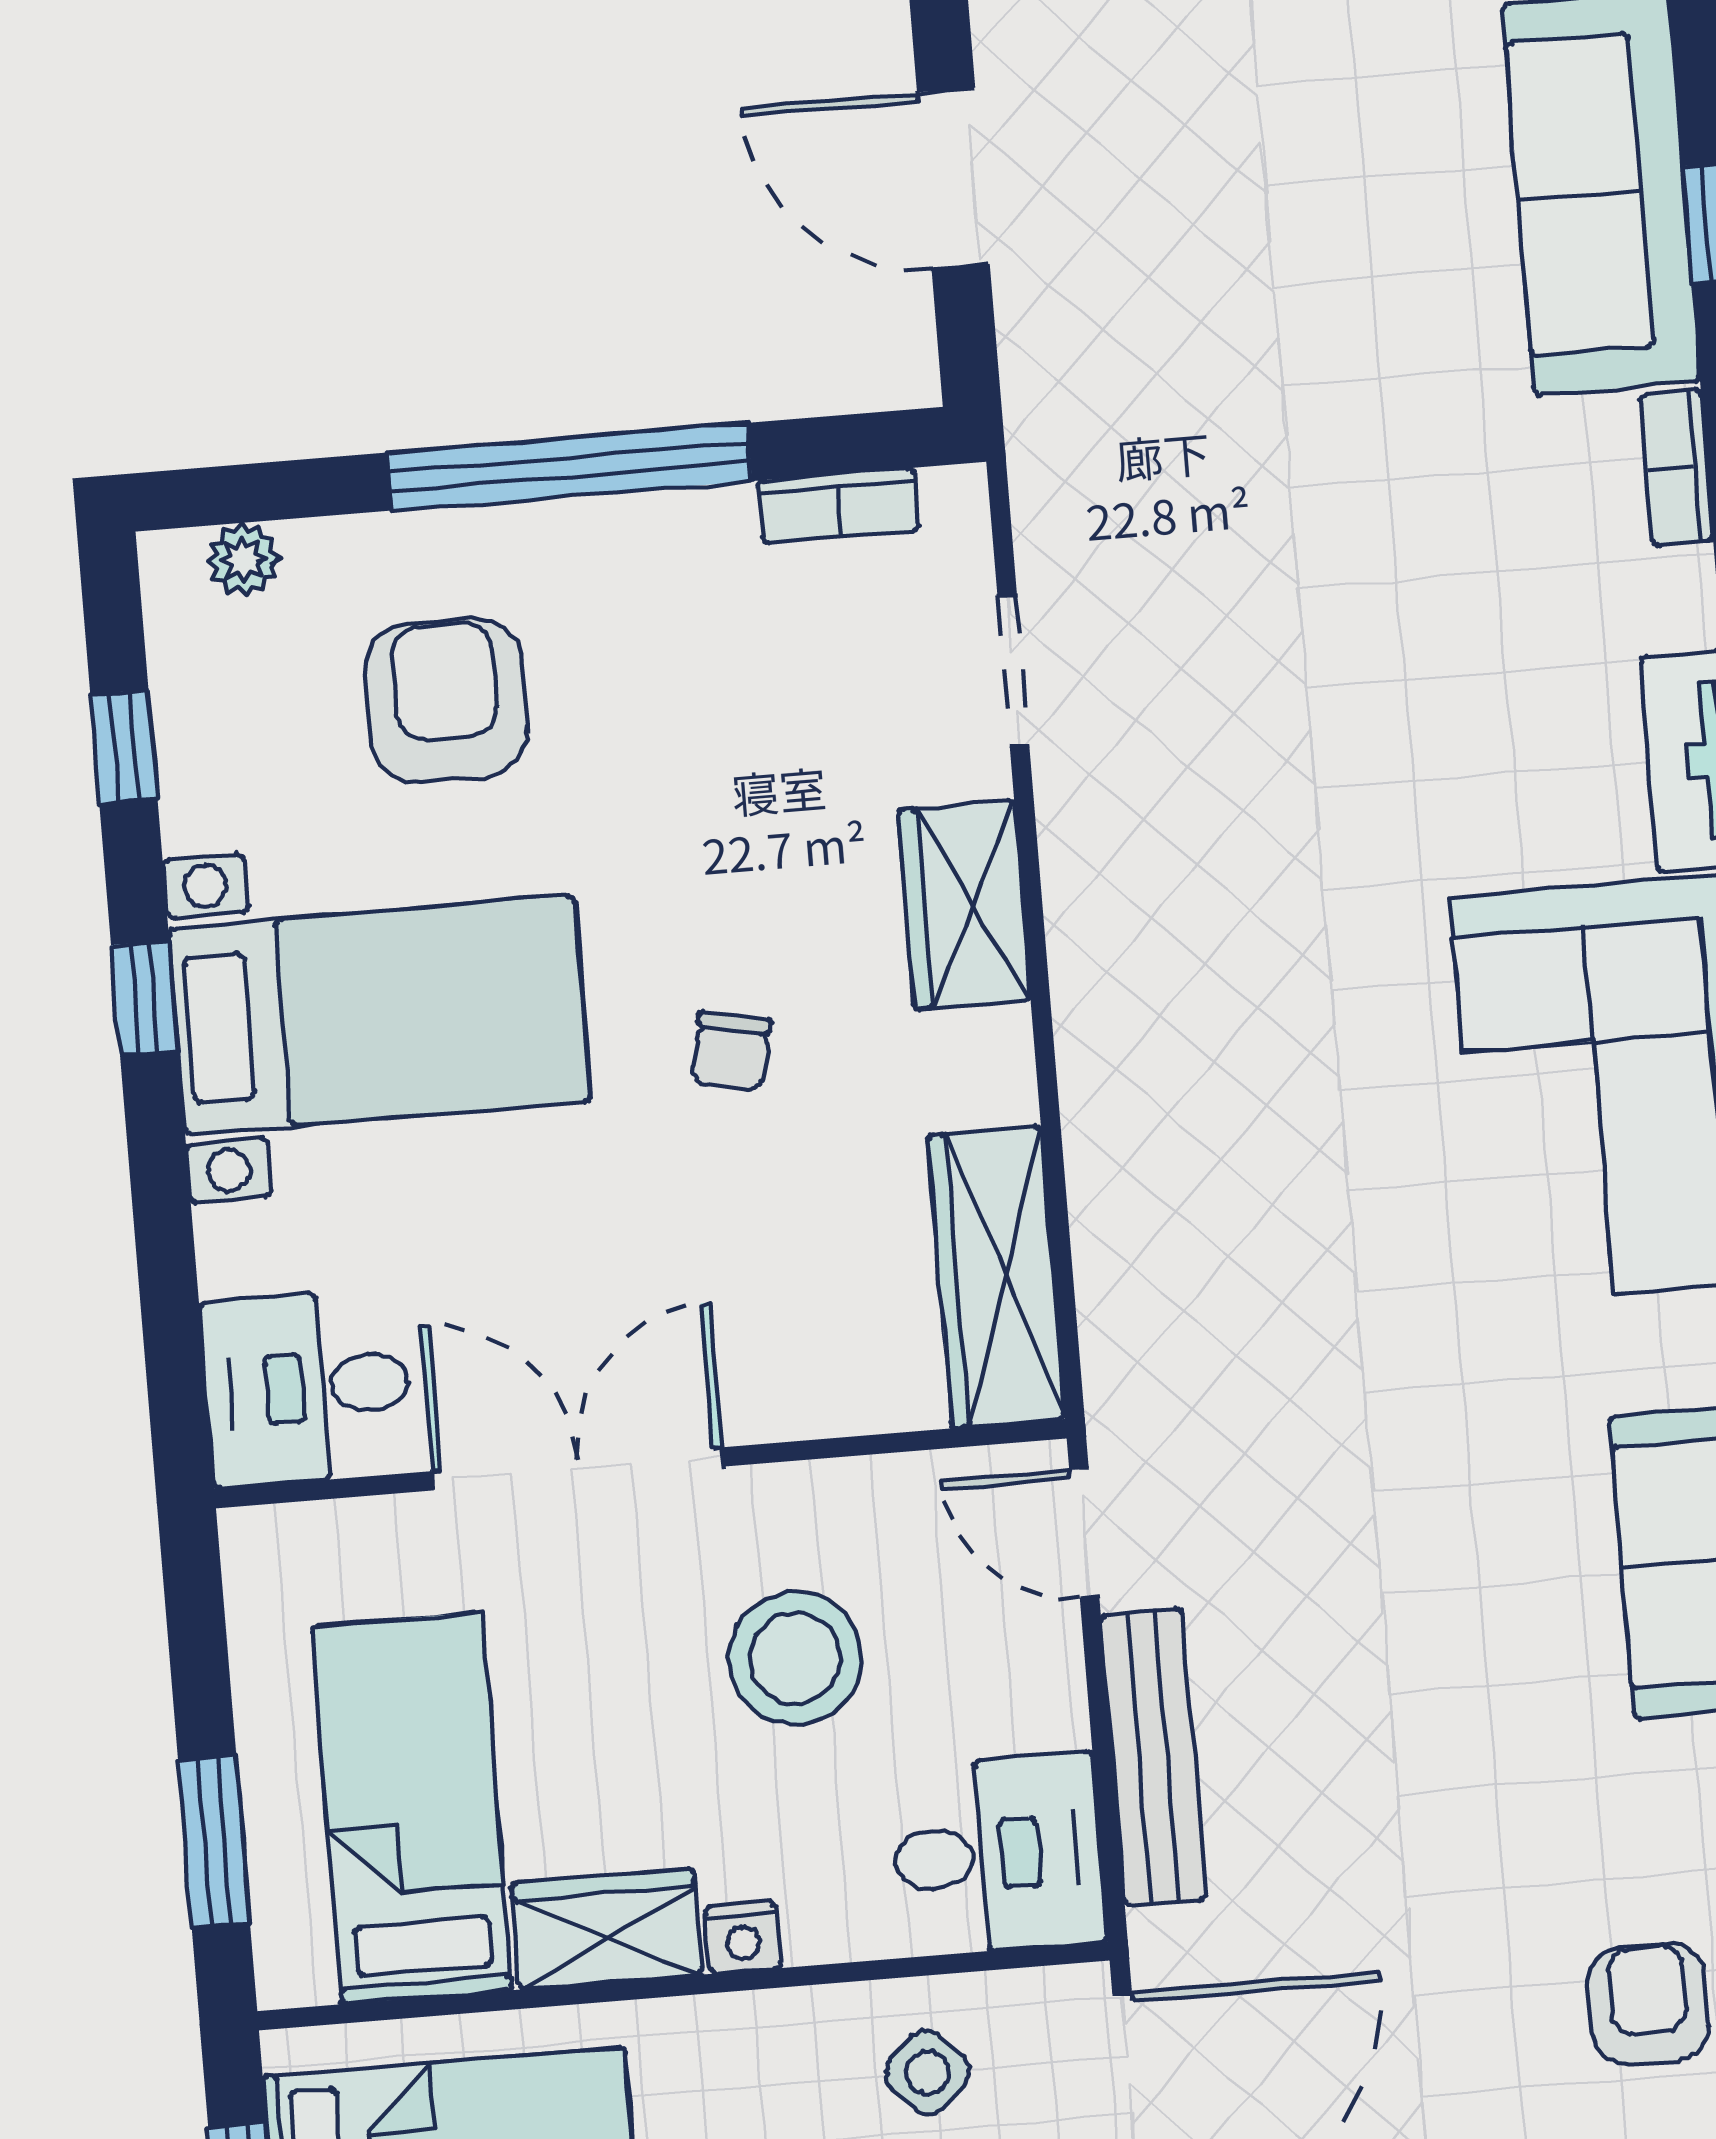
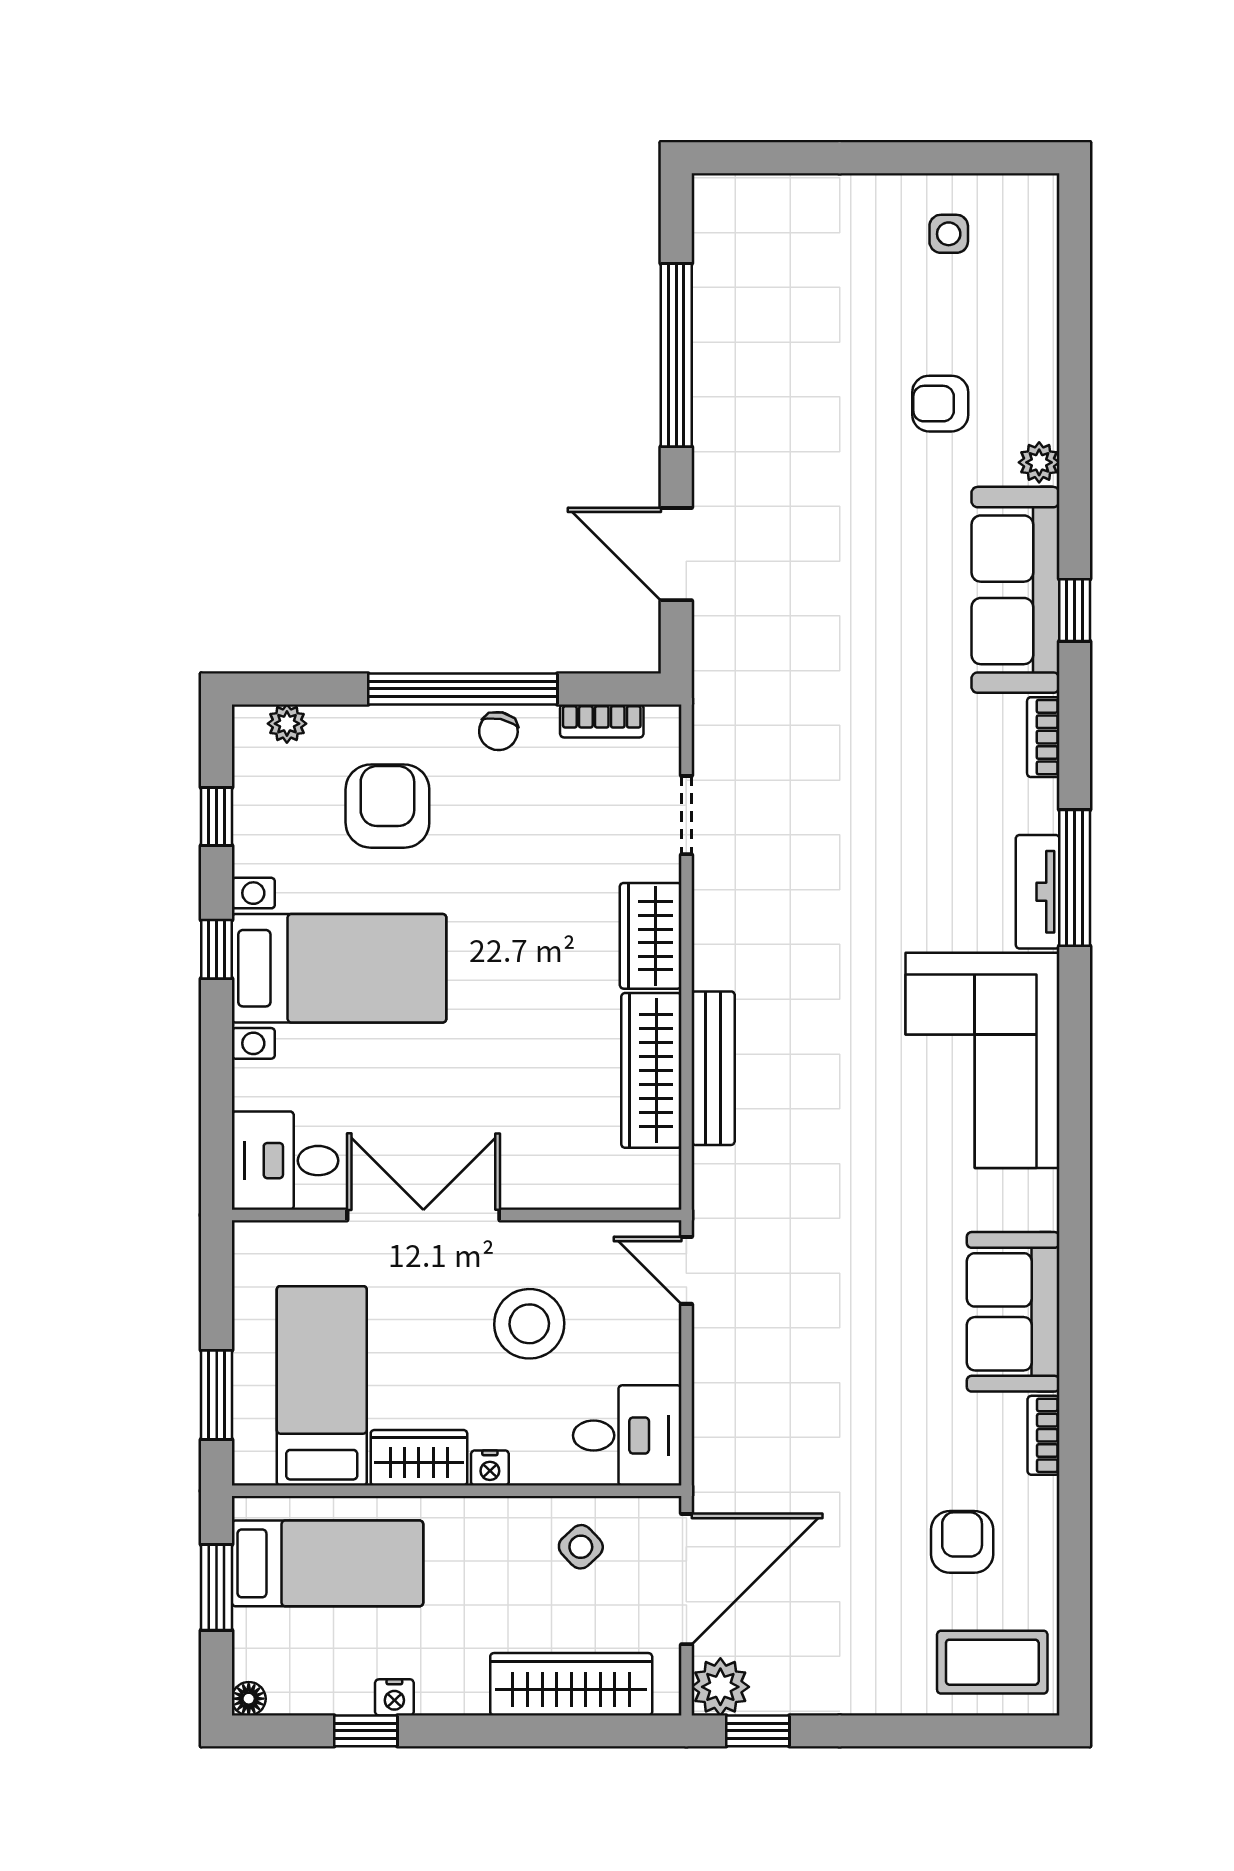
chair: (731, 1051) -> (498, 731), moved
wardrobe: (996, 1277) -> (651, 1070), moved
bench: (1153, 1757) -> (713, 1068), moved

